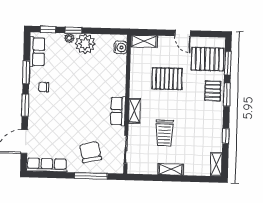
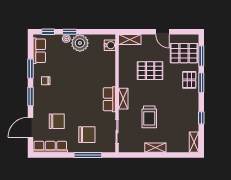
chair: (55, 135) -> (57, 121), added
chair: (90, 152) -> (87, 135), turned 103

